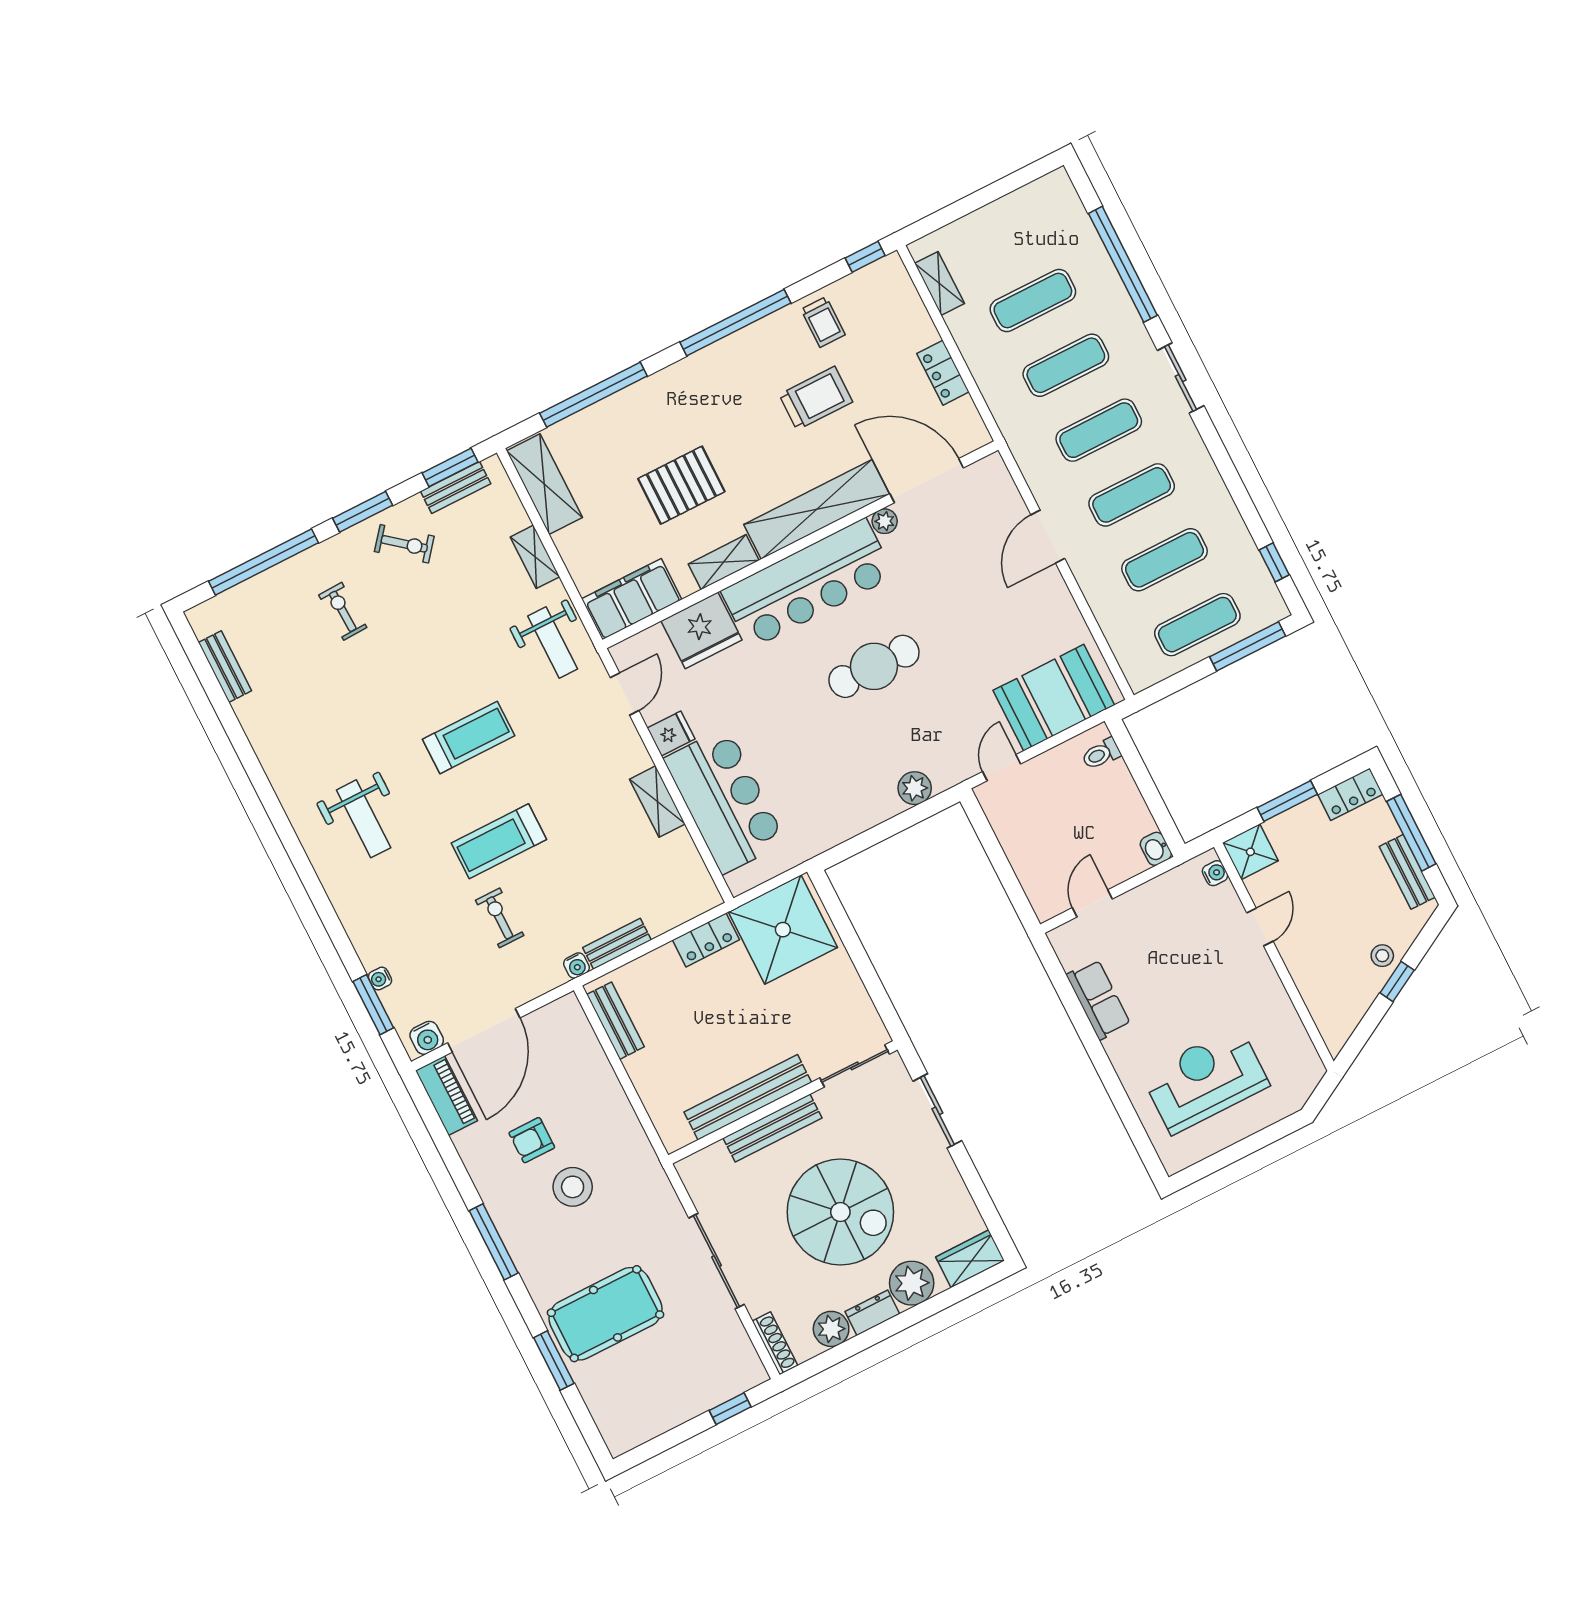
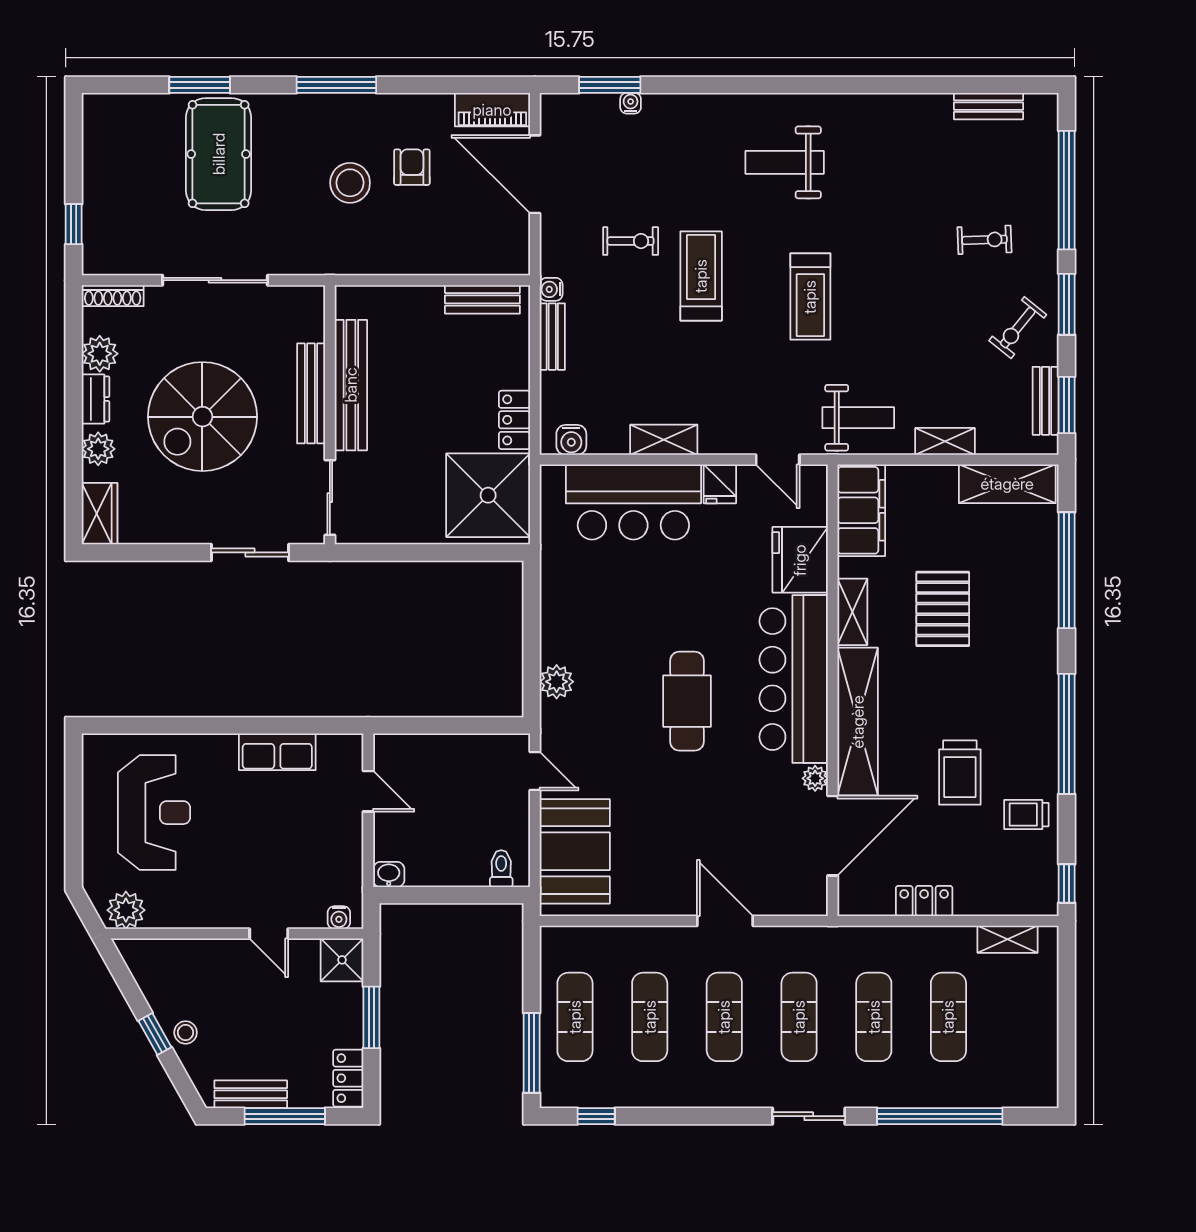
weight bench: (553, 643) -> (858, 418), turned 180
water cooler: (427, 1038) -> (571, 440), moved, turned -90
plant: (1302, 1061) -> (126, 910), added
plant: (912, 1283) -> (98, 449), width x0.73, depth x0.73

